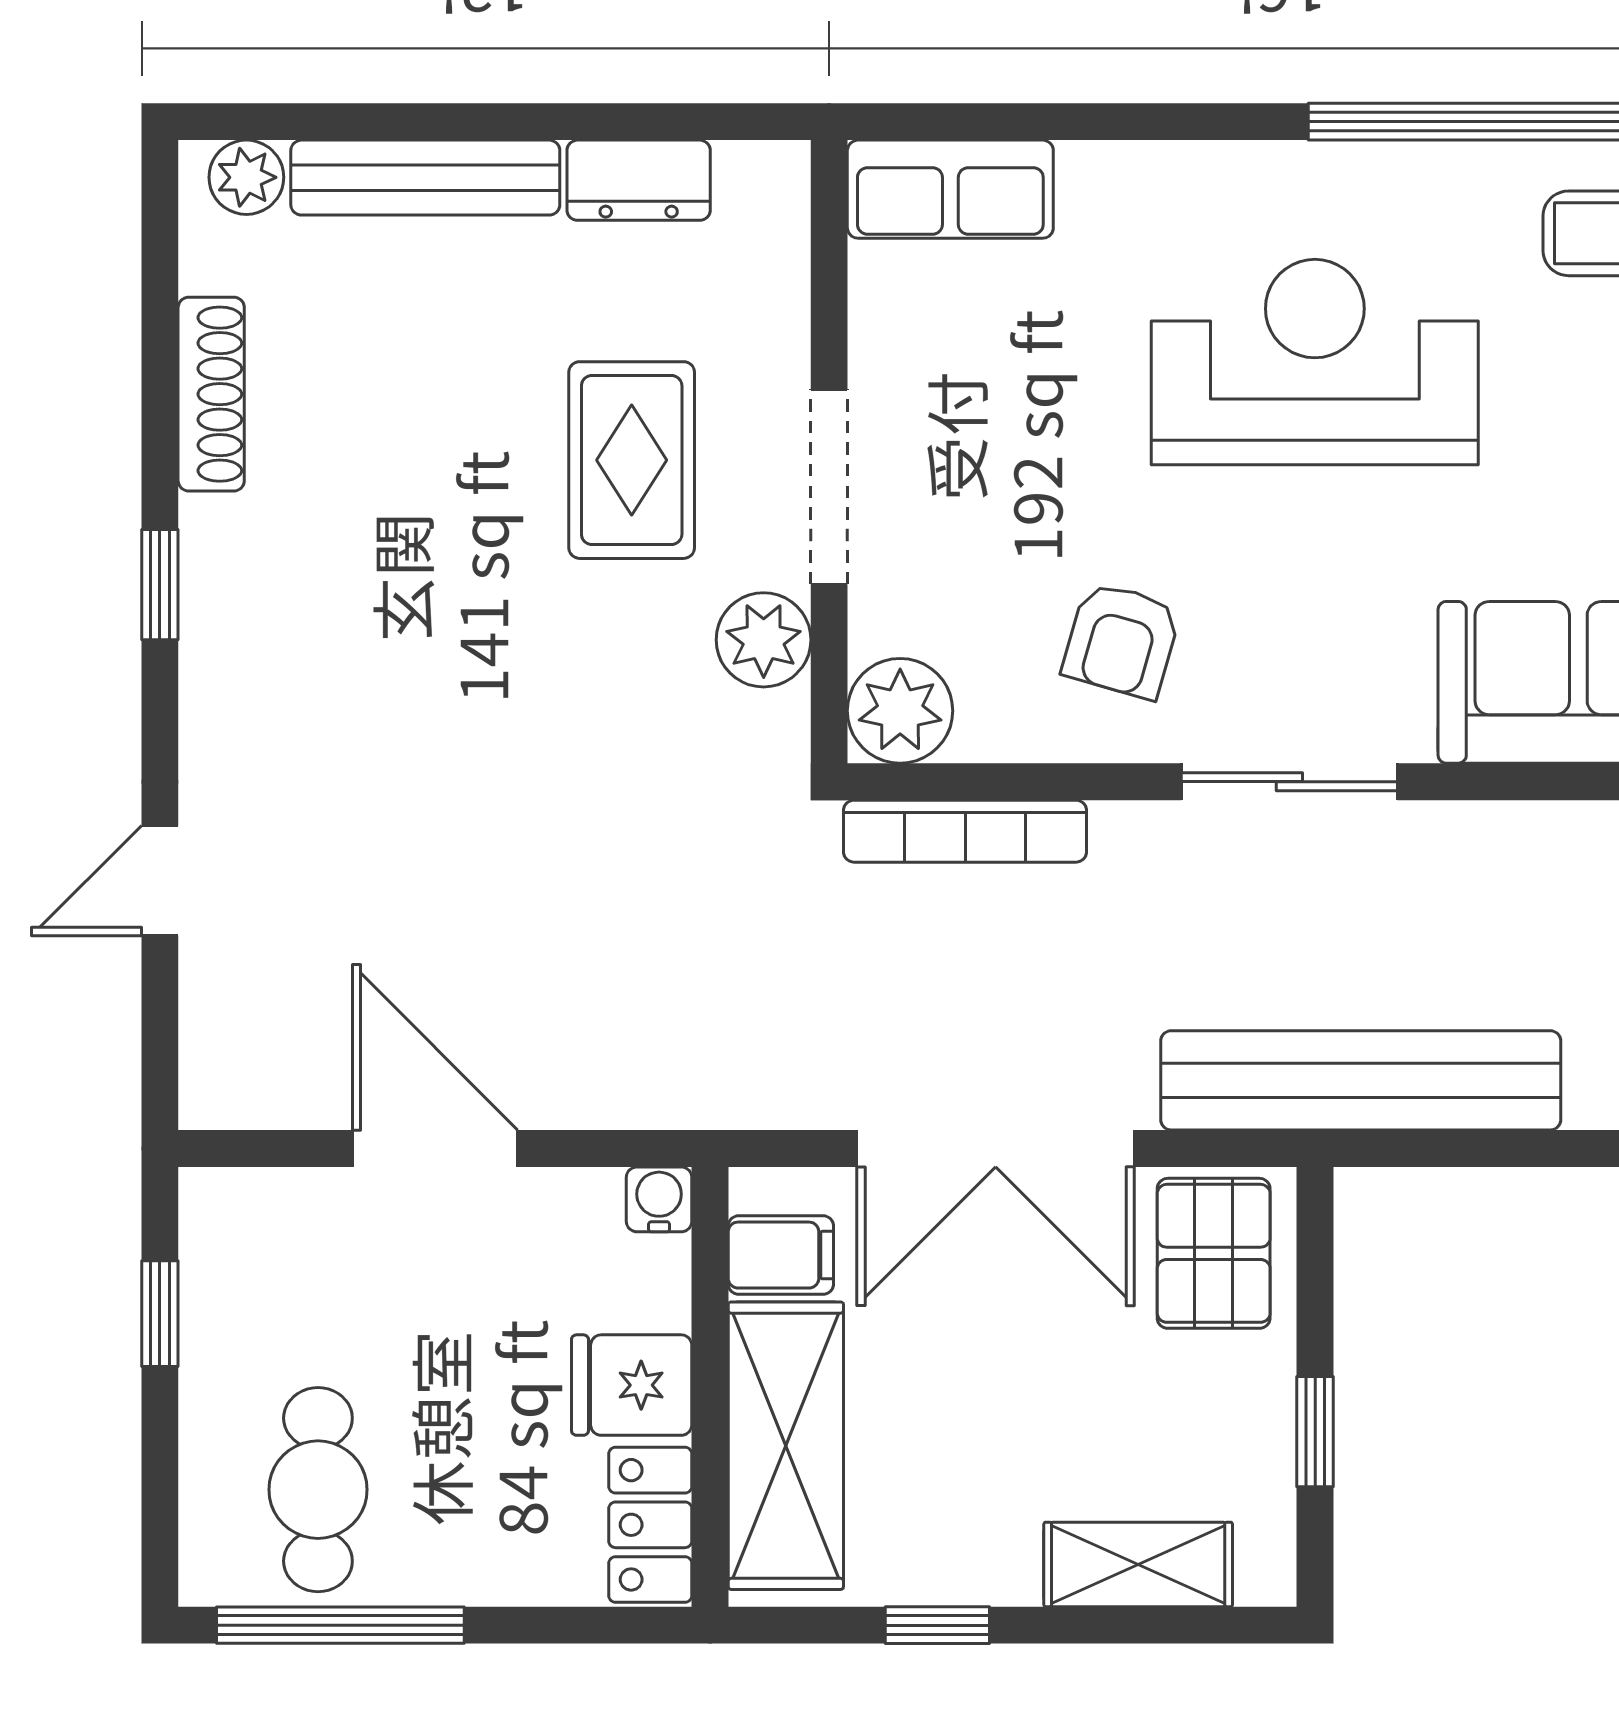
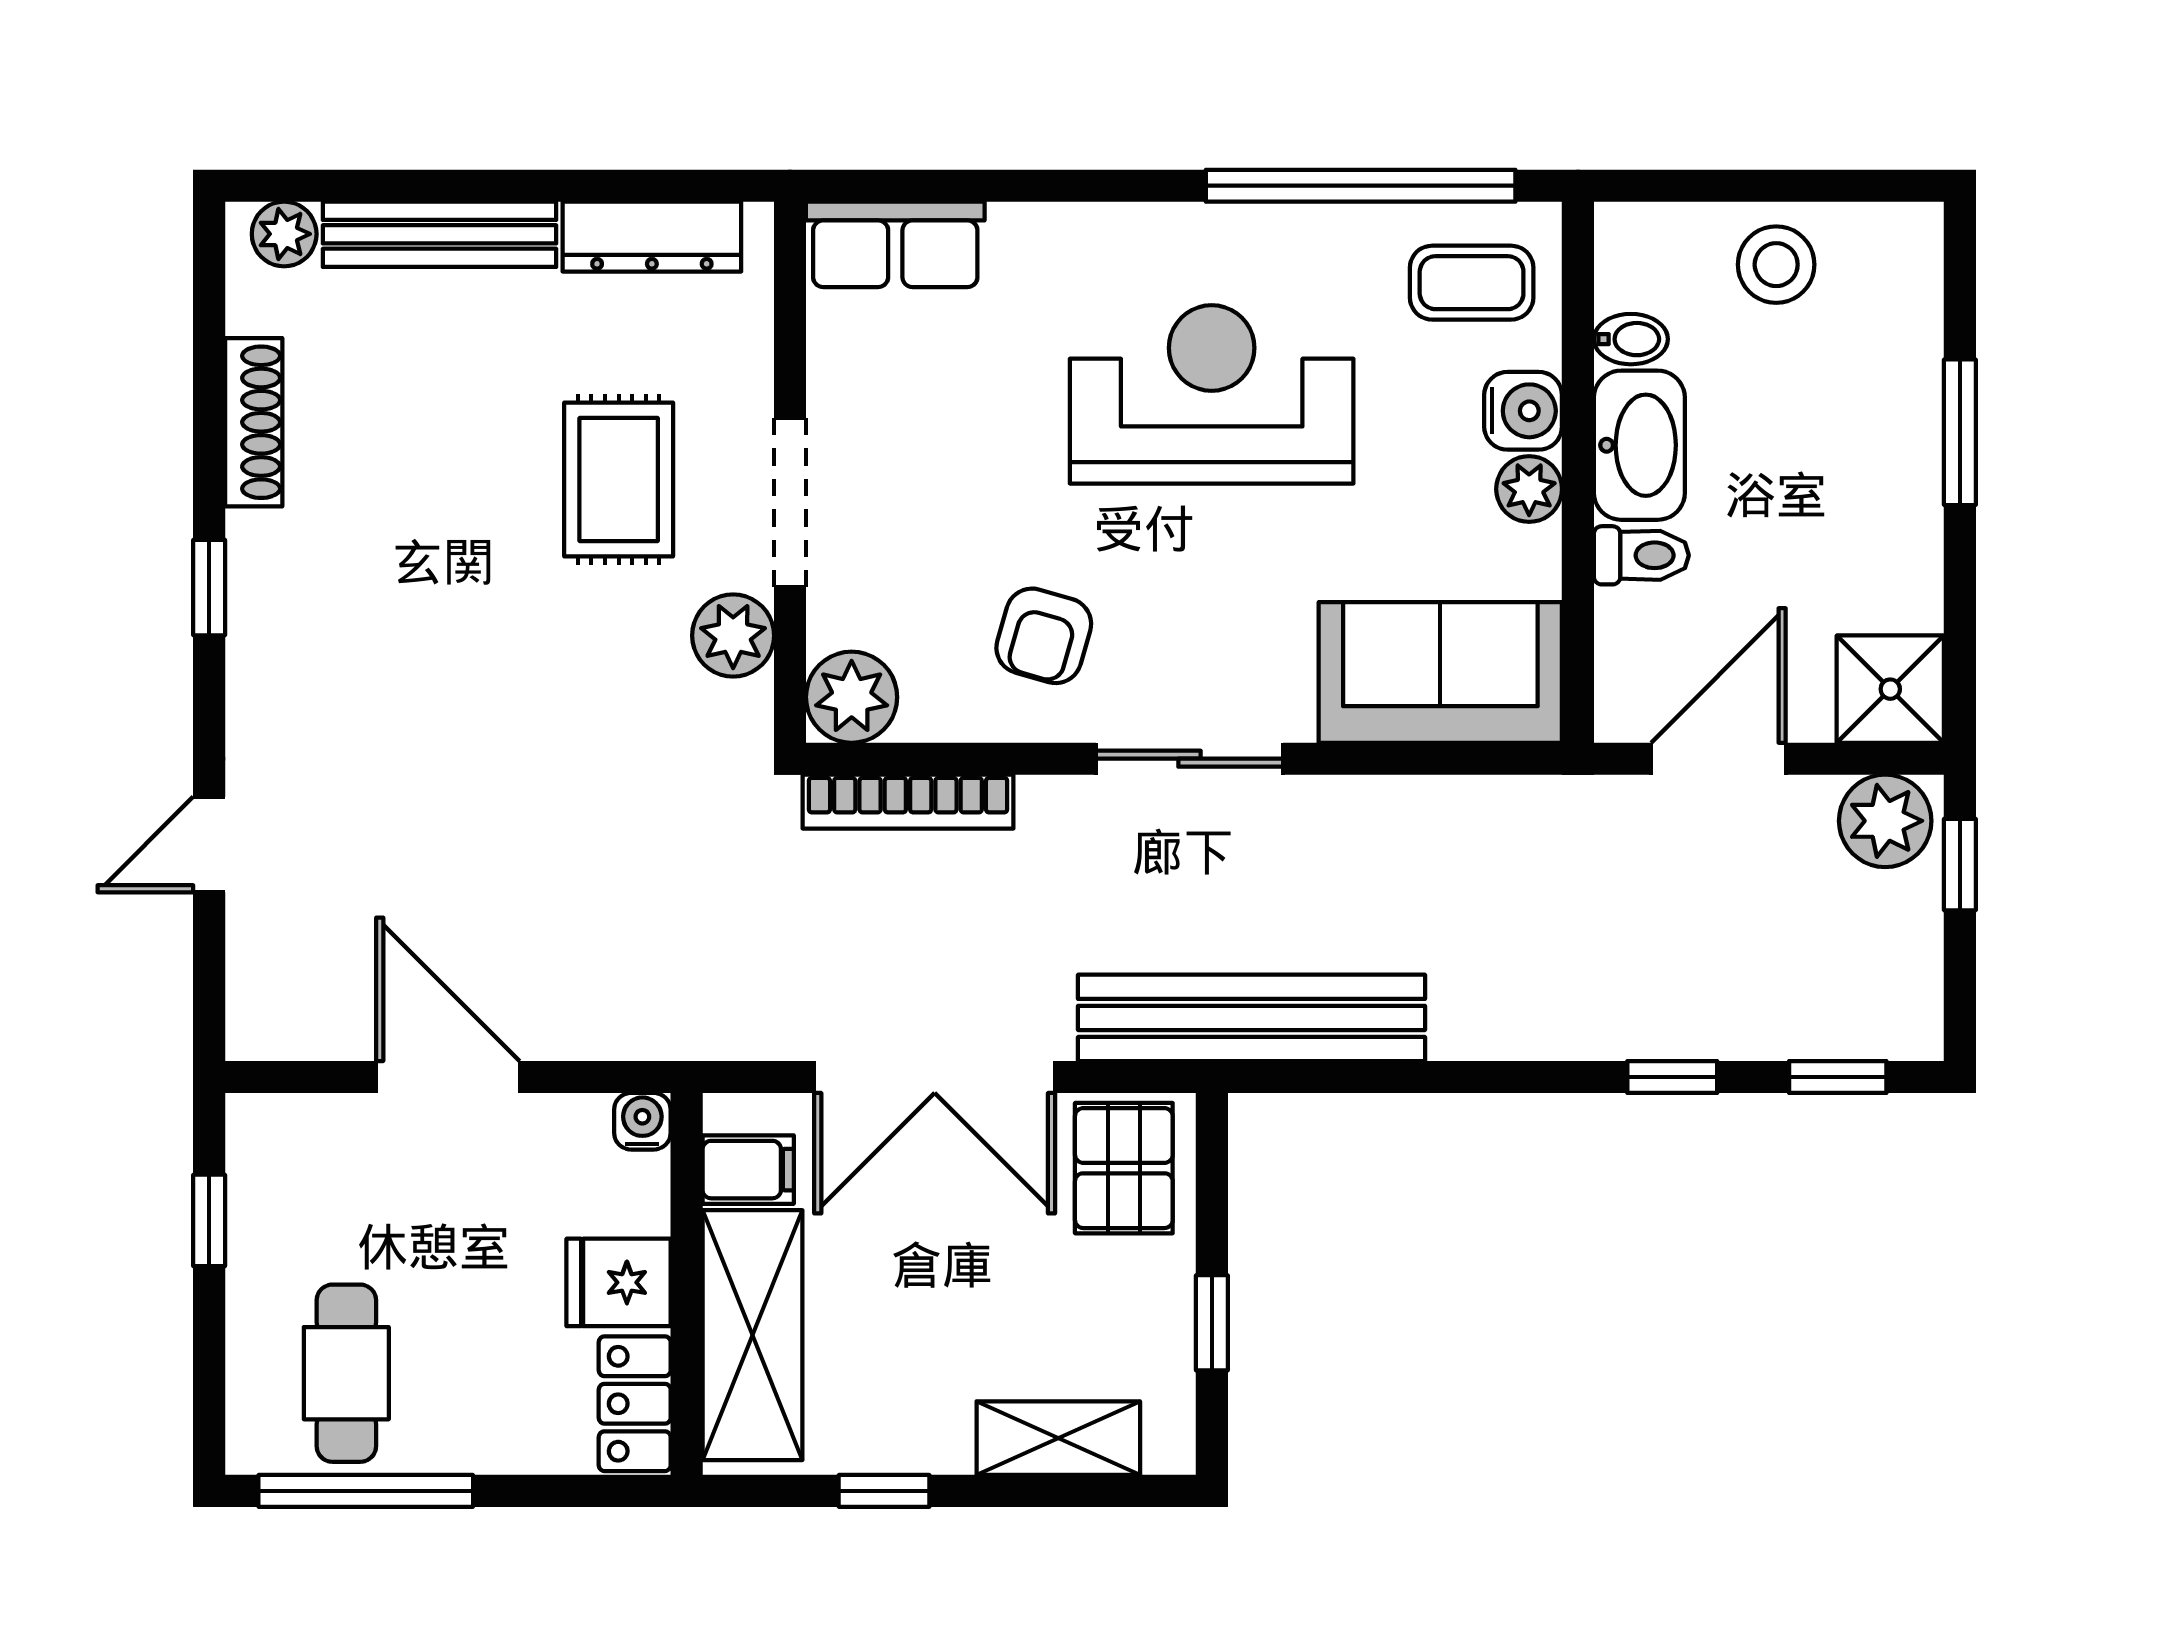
dresser: (639, 180) -> (652, 237), width x1.44

